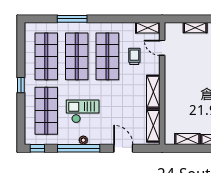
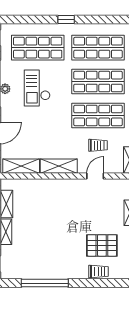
door: (162, 48) -> (95, 176), moved
checkout: (83, 111) -> (37, 88), turned 180

